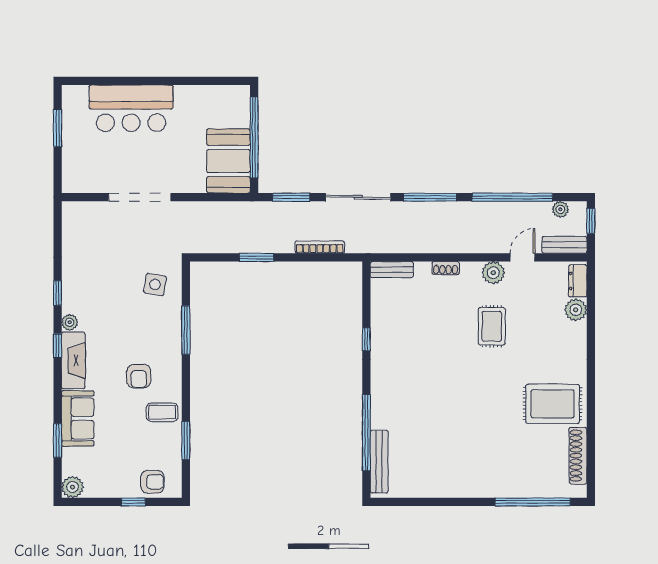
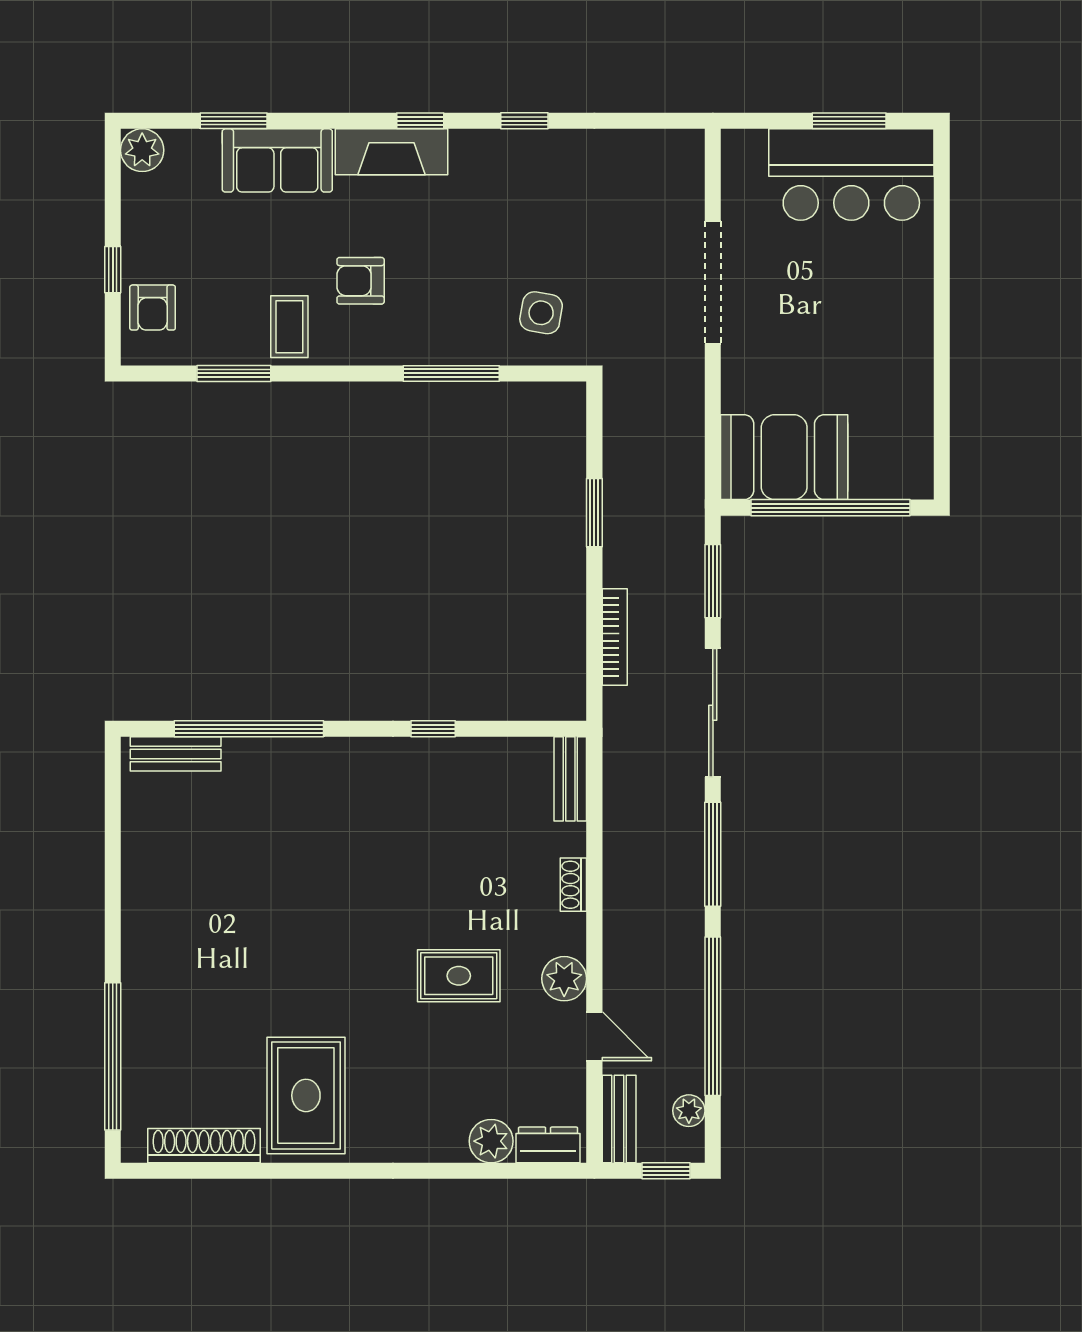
bar counter: (131, 108) -> (851, 175), moved, turned -90
plant: (70, 322) -> (467, 145), removed
bench: (379, 462) -> (176, 754), width x0.73

